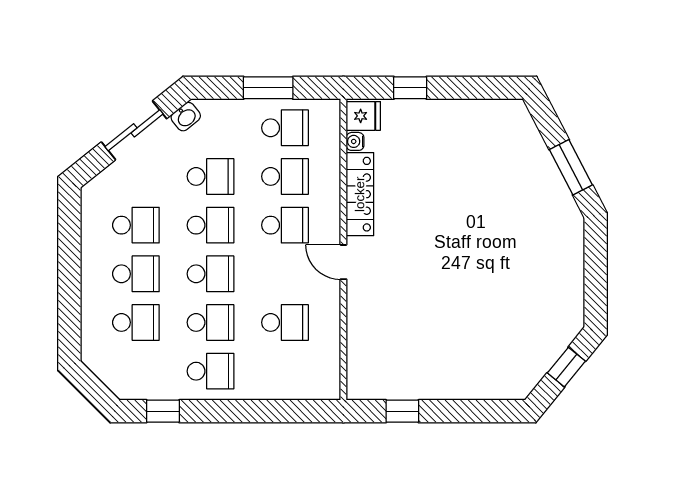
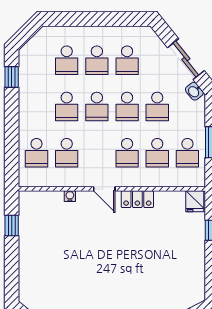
water cooler: (355, 141) -> (70, 196), moved
locker: (360, 194) -> (137, 199), width x0.66
door: (343, 262) -> (104, 189), swing flipped
school desk: (210, 371) -> (36, 153), moved

